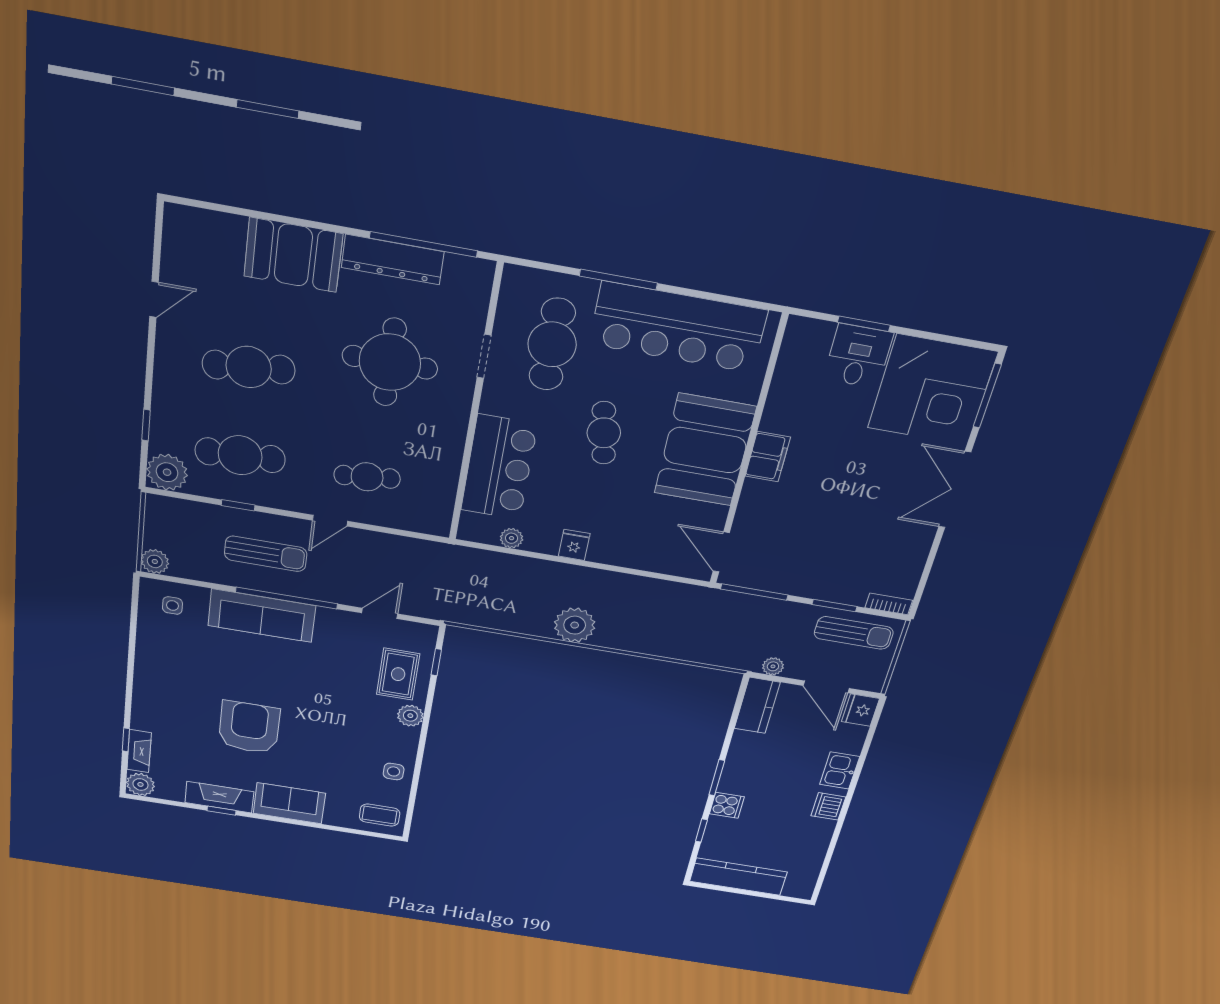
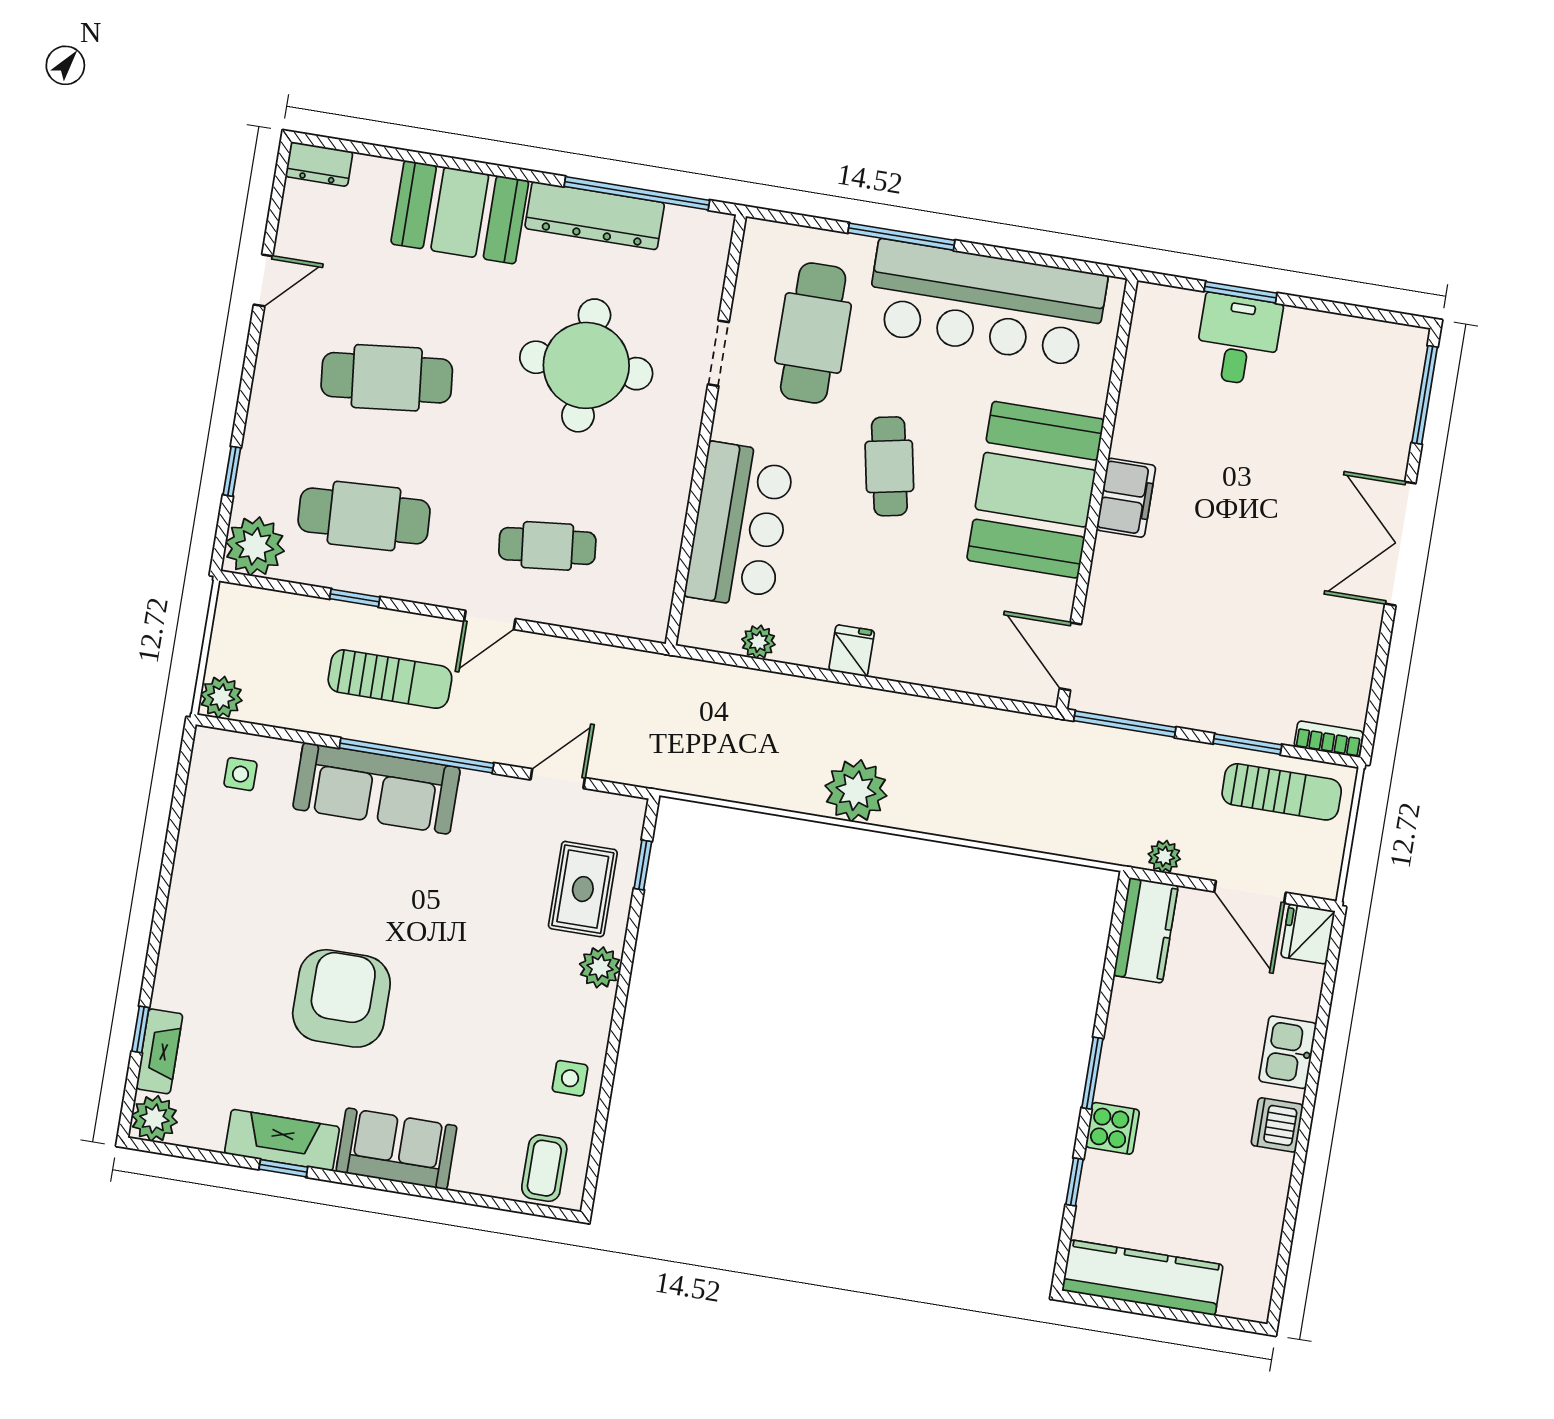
dresser: (187, 218) -> (319, 164), added
corner desk: (932, 390) -> (1347, 388), removed
coffee table: (380, 815) -> (544, 1168), turned 90

